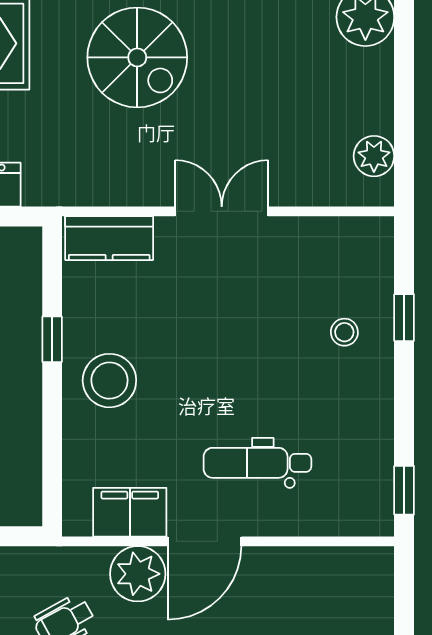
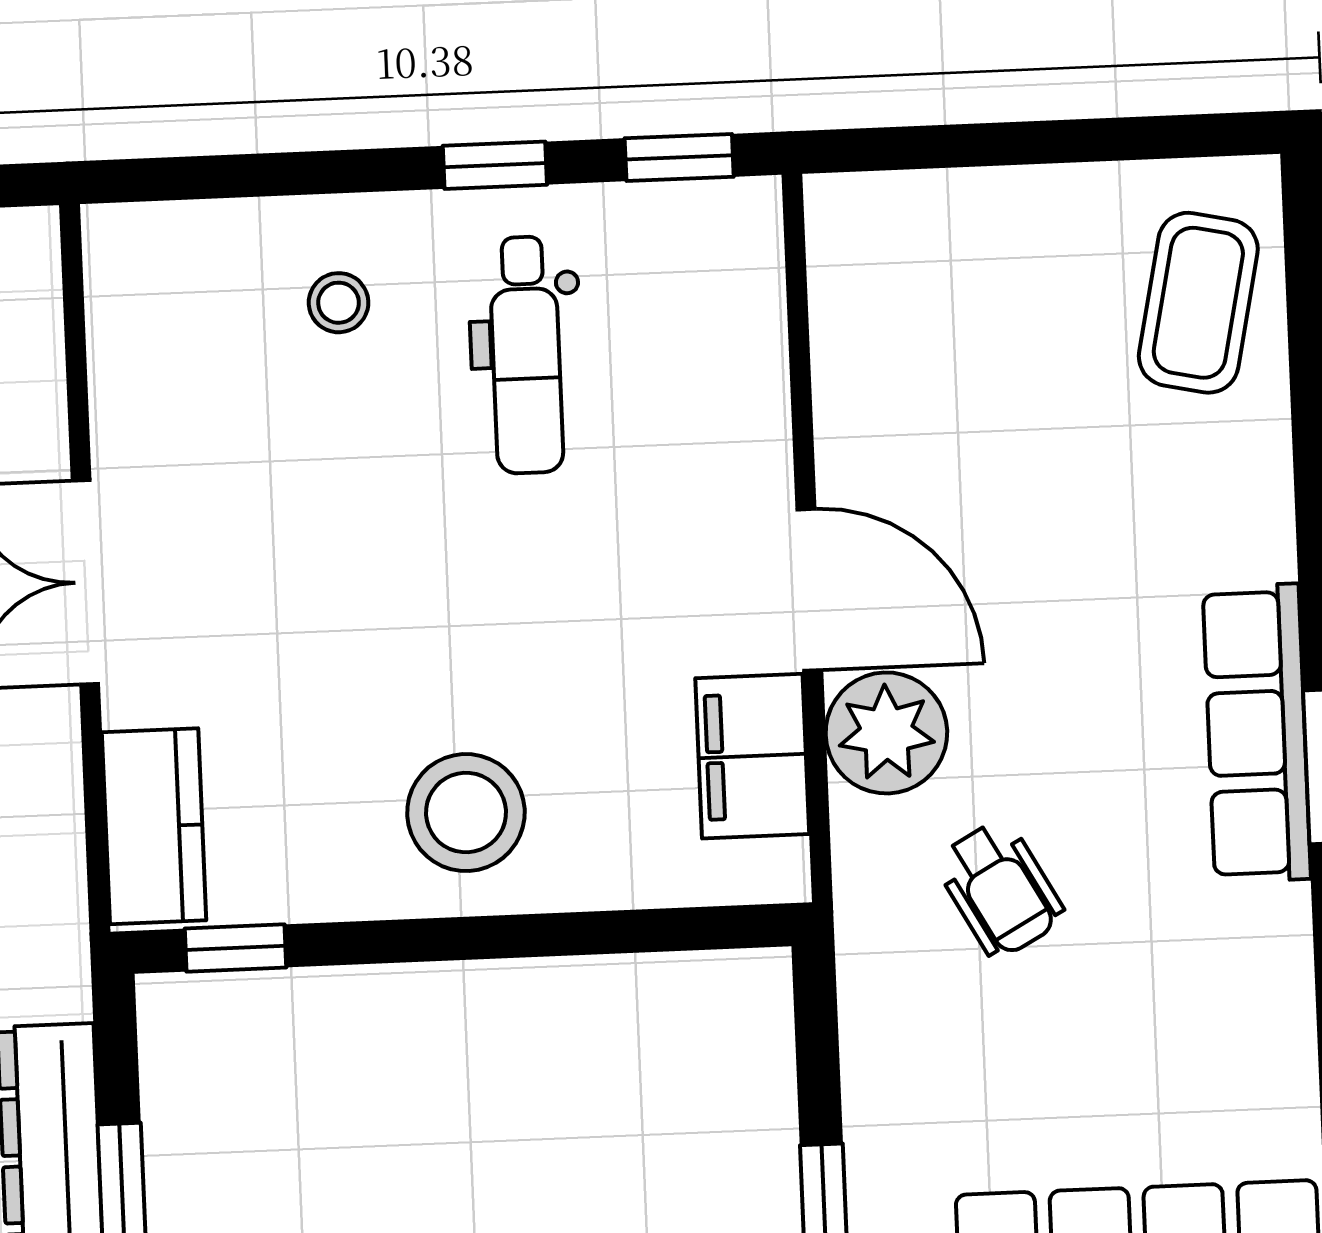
window: (404, 318) -> (495, 165), moved
window: (52, 339) -> (236, 948), moved
dental chair: (257, 463) -> (526, 355), moved

